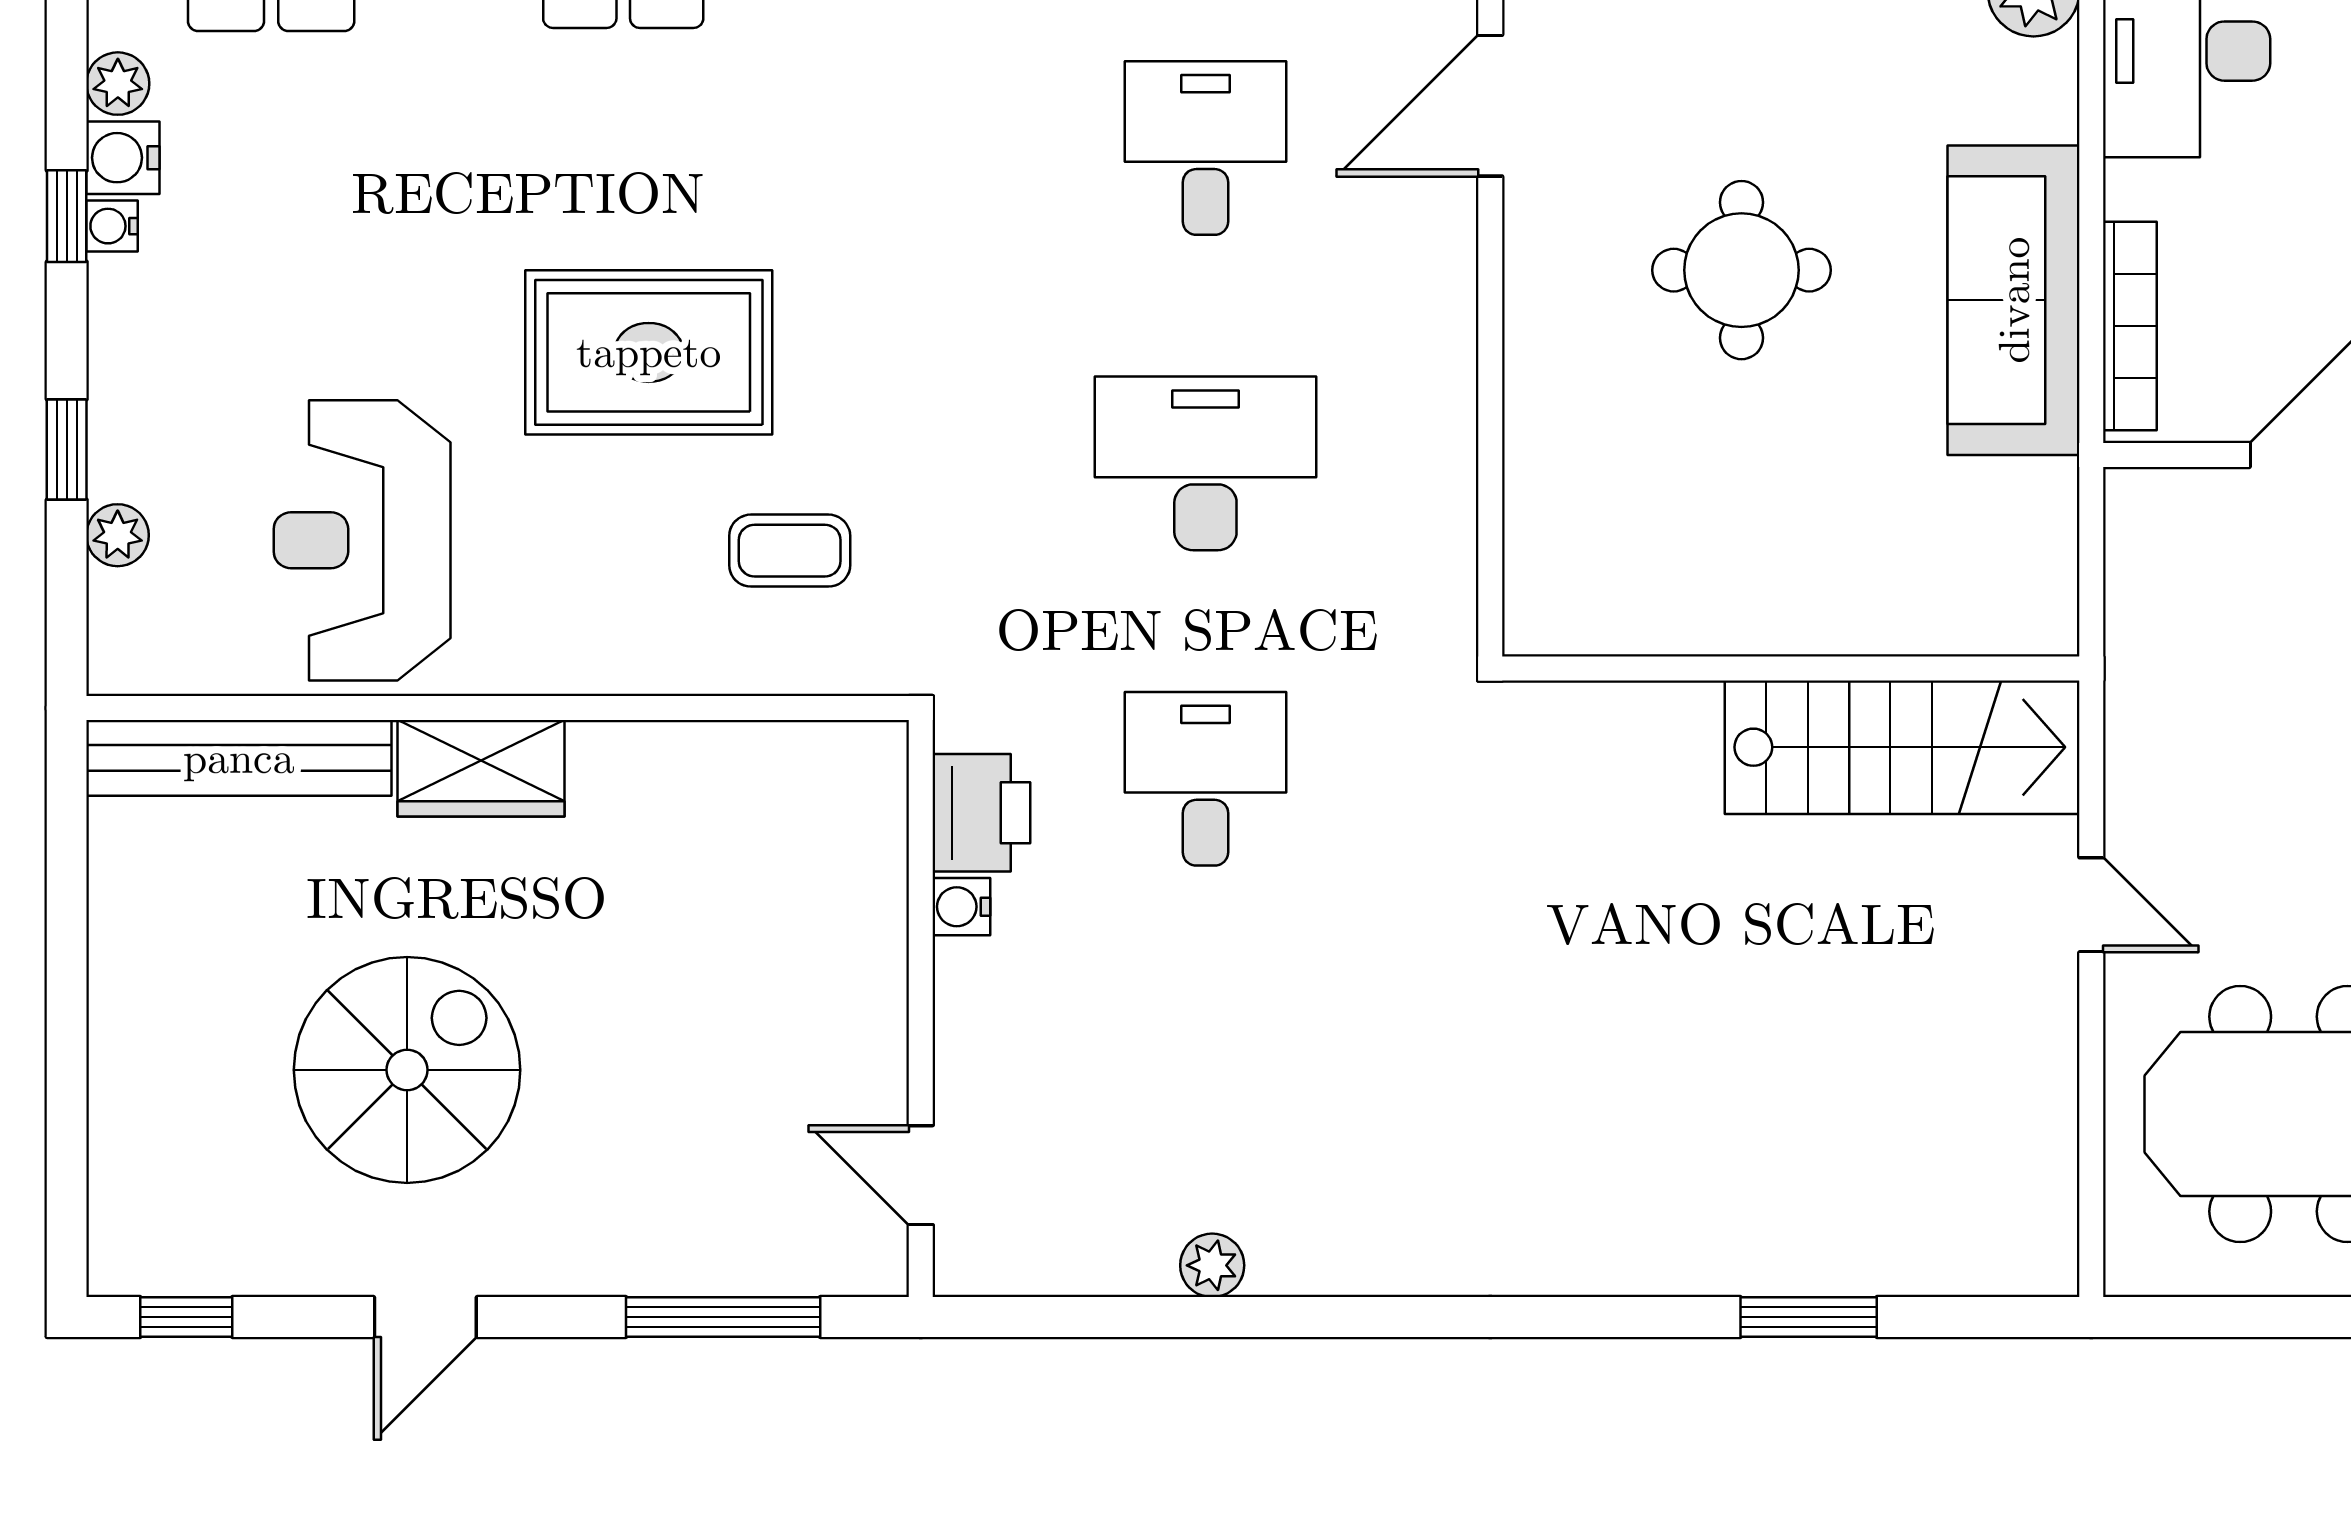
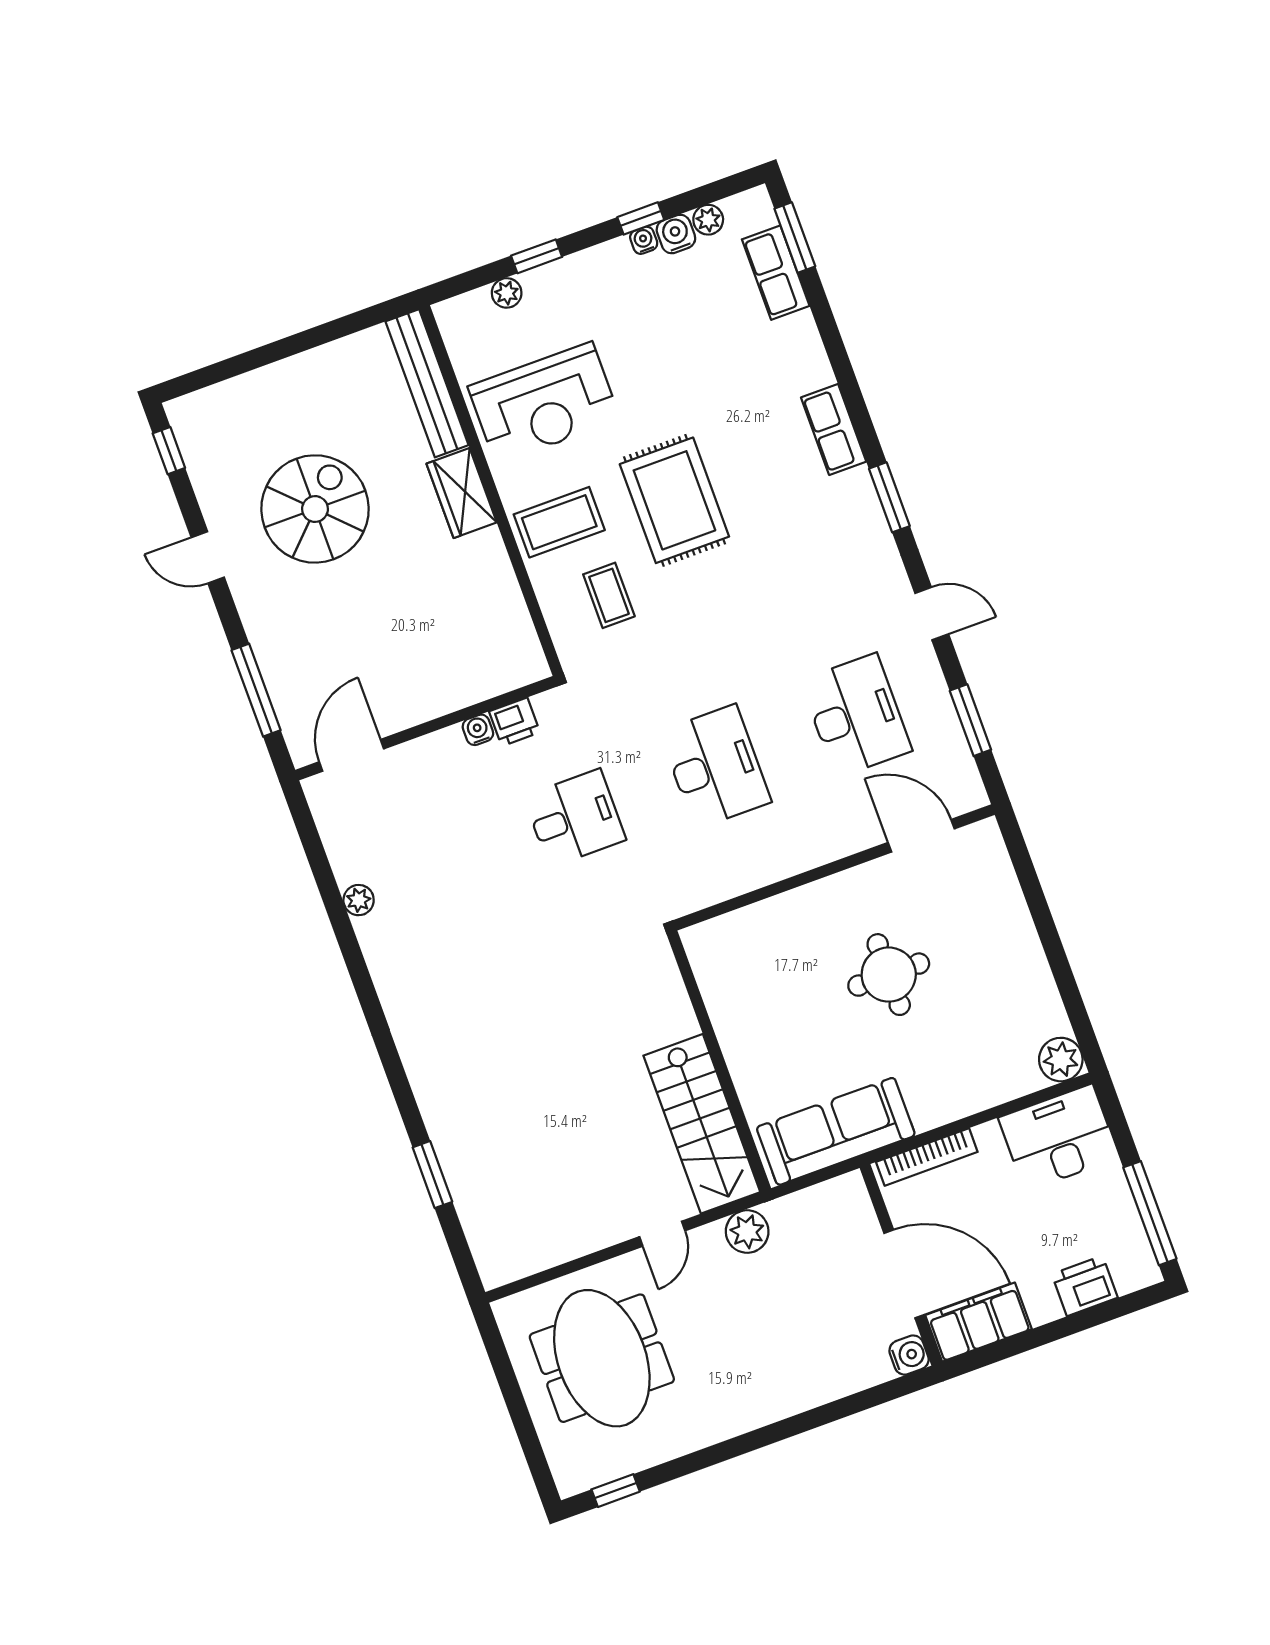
desk: (1205, 148) -> (856, 716), width x1.37
sofa: (2014, 300) -> (836, 1131), moved
reception desk: (362, 540) -> (544, 403), turned 180
coffee table: (609, 596) -> (559, 522), added
plant: (2148, 735) -> (747, 1232), added
printer: (981, 813) -> (515, 722), width x0.73, depth x0.81
spiral stairs: (407, 1070) -> (315, 509), turned -90
door: (921, 1175) -> (351, 755), width x1.38

